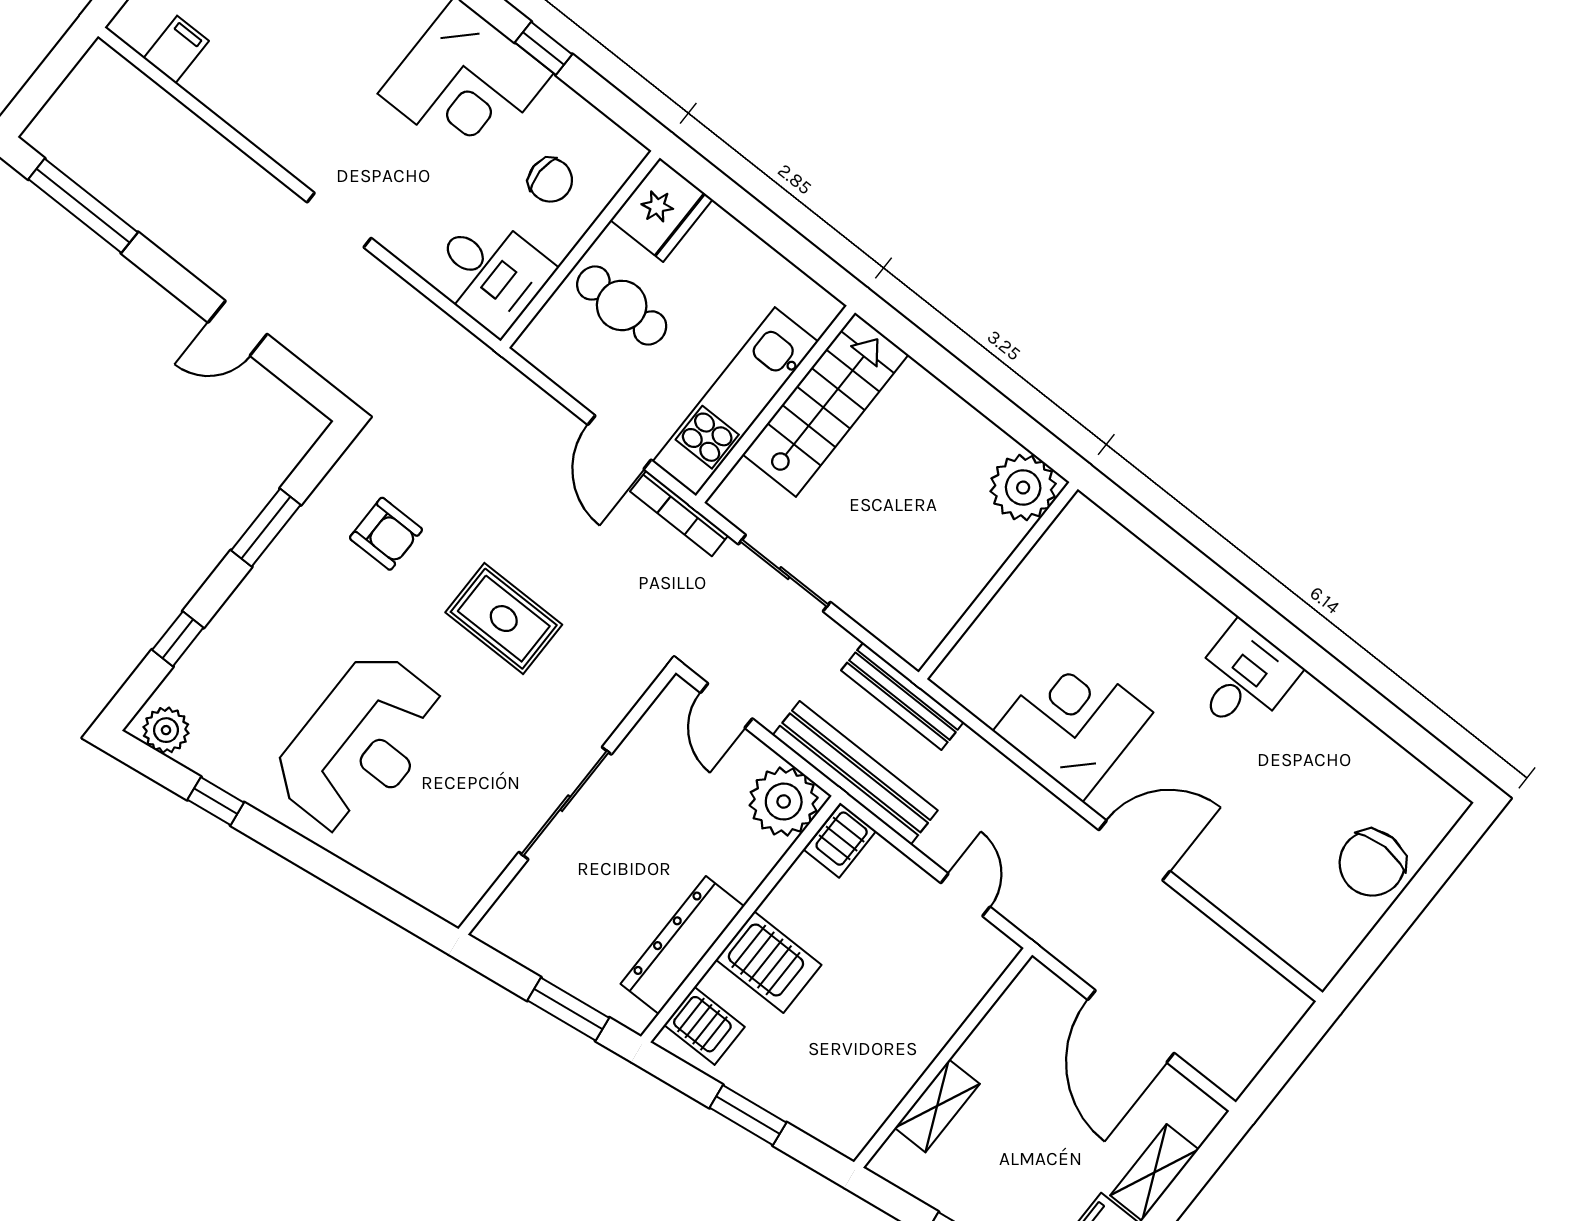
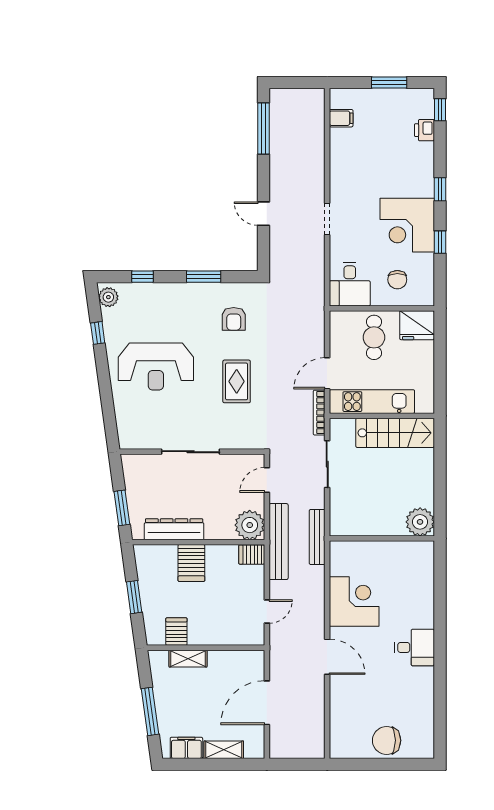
server rack: (704, 1026) -> (176, 632), moved, turned 180

